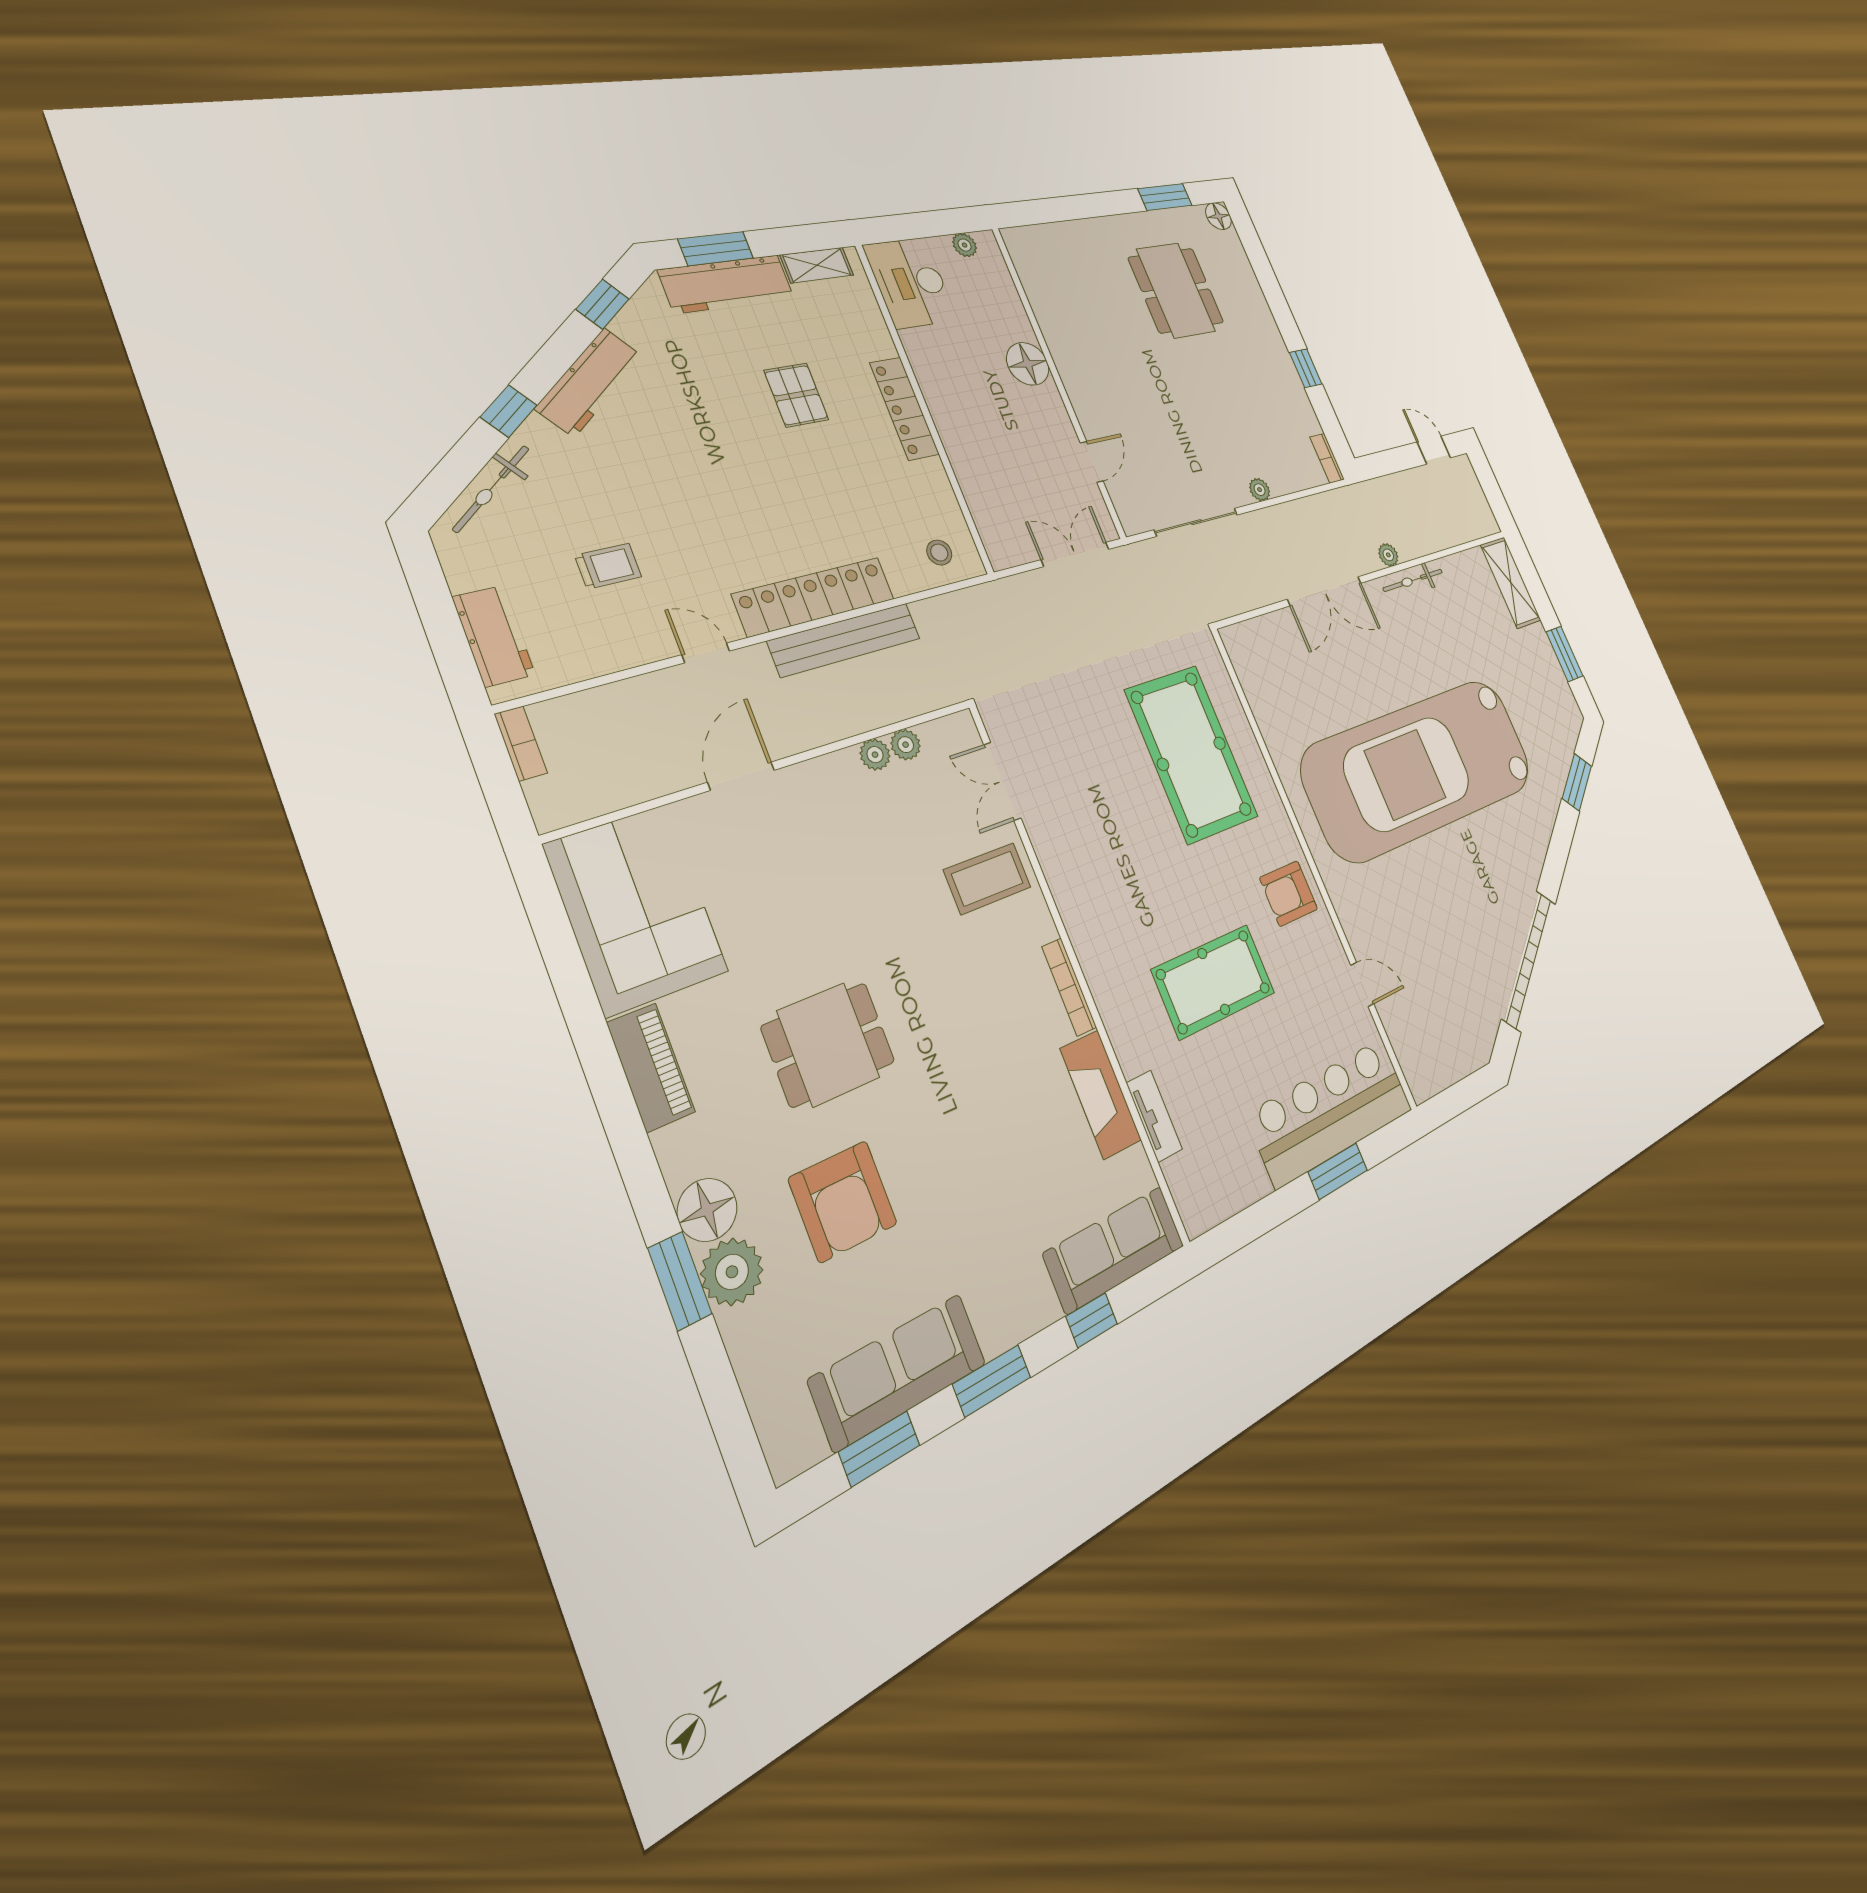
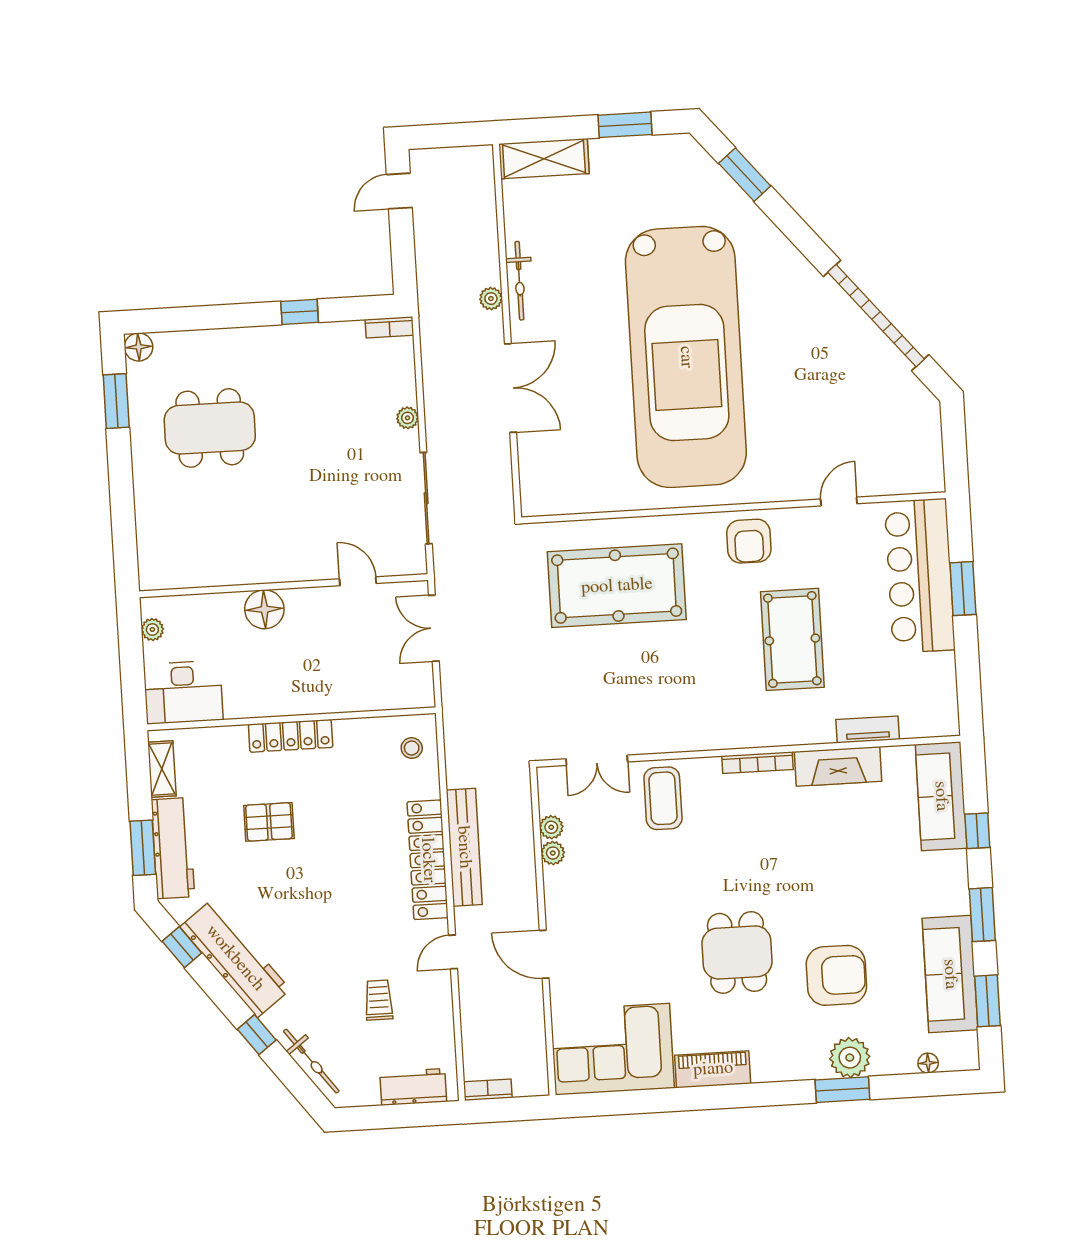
workbench: (589, 382) -> (235, 958), width x1.36, depth x1.32
floor lamp: (707, 1210) -> (928, 1063), moved, width x0.53, depth x0.53

